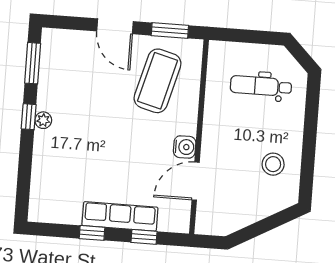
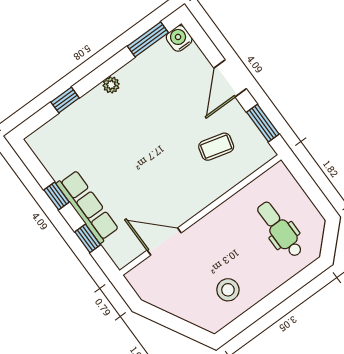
coffee table: (158, 81) -> (216, 147), width x0.54, depth x0.58
window: (29, 117) -> (65, 100), moved
water cooler: (185, 147) -> (179, 38), moved, turned 180

